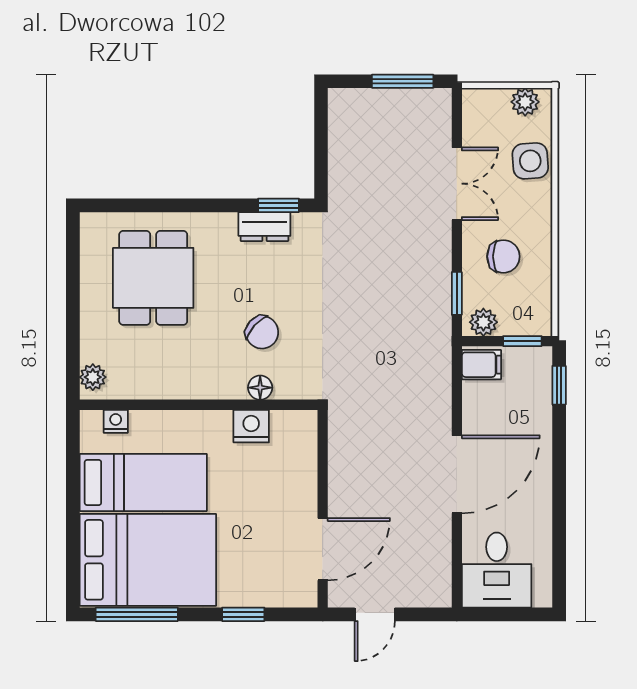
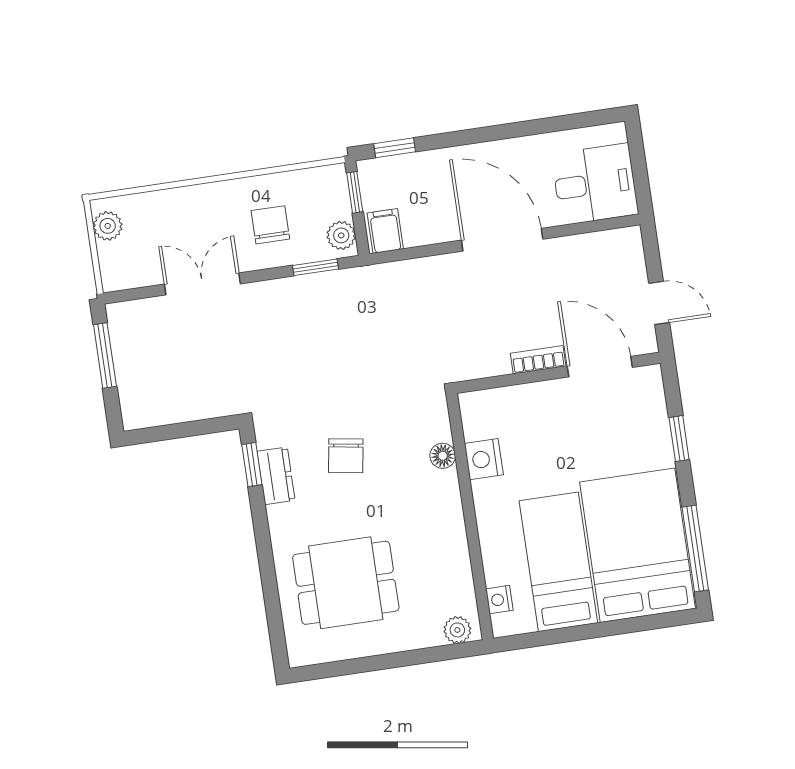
side table: (530, 161) -> (168, 212), removed
chair: (262, 332) -> (346, 456), moved, turned 147
bookcase: (338, 492) -> (538, 360), added

